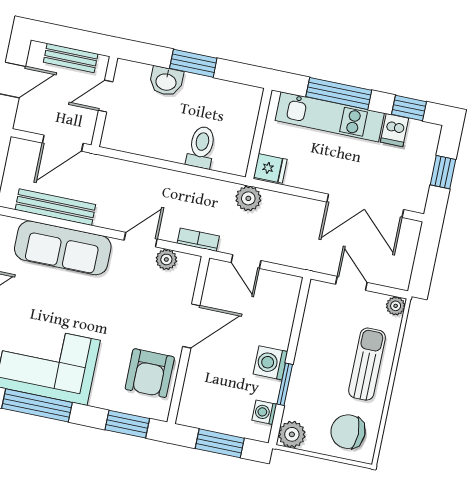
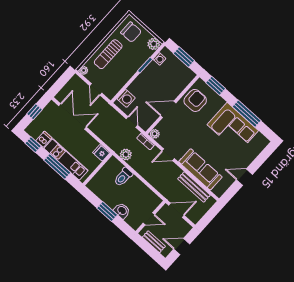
plant: (248, 198) -> (126, 154), moved
plant: (166, 259) -> (155, 134), moved
washing machine: (270, 363) -> (126, 98), moved

